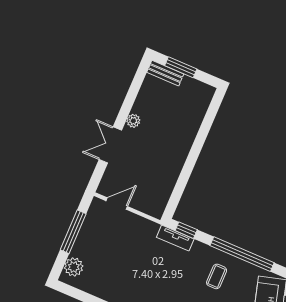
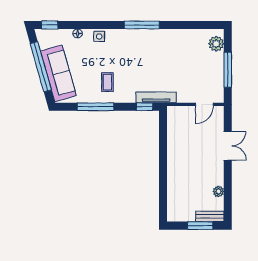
plant: (133, 121) -> (218, 191), moved
tv unit: (175, 238) -> (156, 97), width x1.41
window: (242, 254) -> (96, 107), width x0.68

